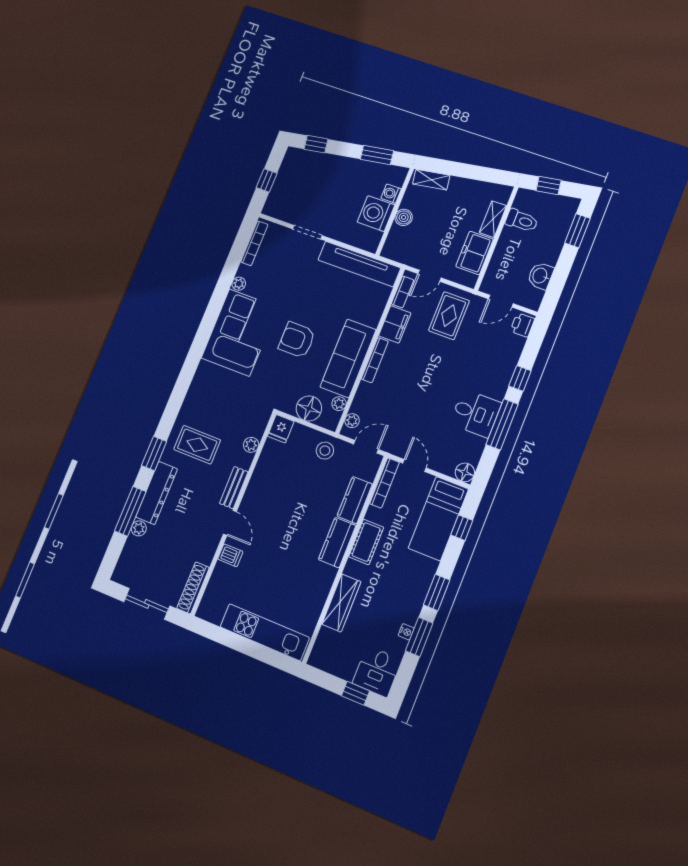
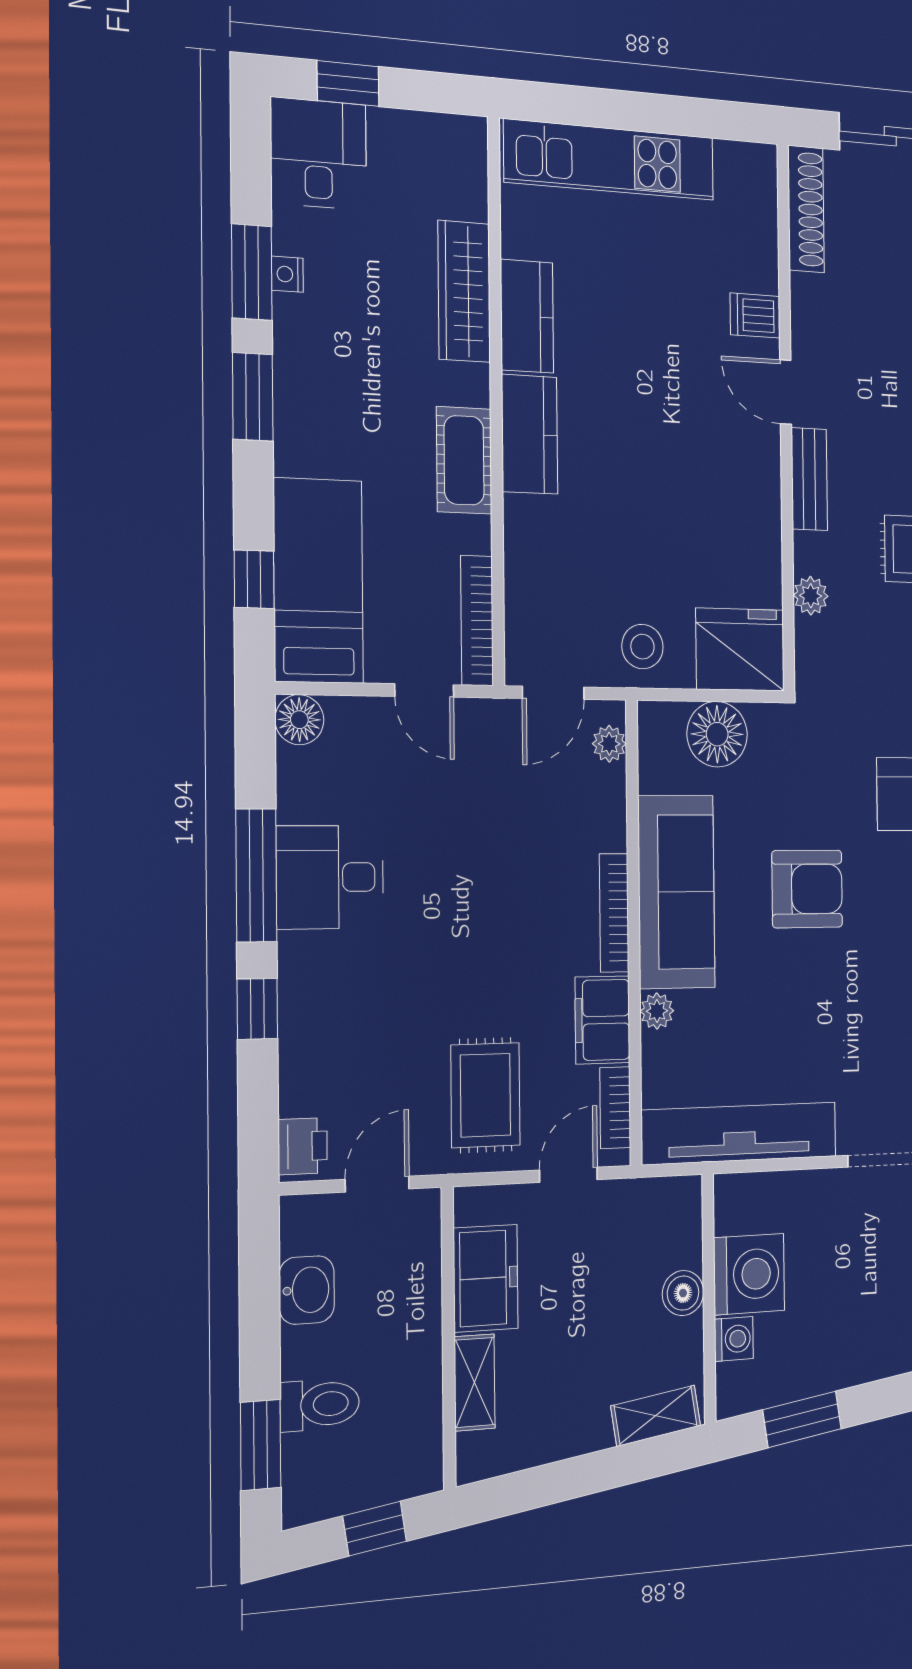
toilet: (522, 221) -> (320, 1404), moved, turned 180
plant: (339, 404) -> (657, 1011), moved
fridge: (281, 429) -> (740, 650), width x1.88, depth x1.34
kitchen counter: (355, 500) -> (527, 316), moved

